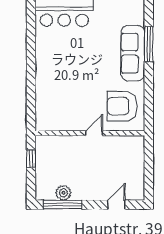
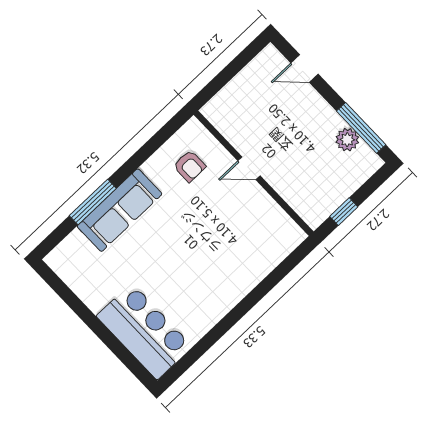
armchair: (122, 106) -> (189, 166), width x0.53, depth x0.53

